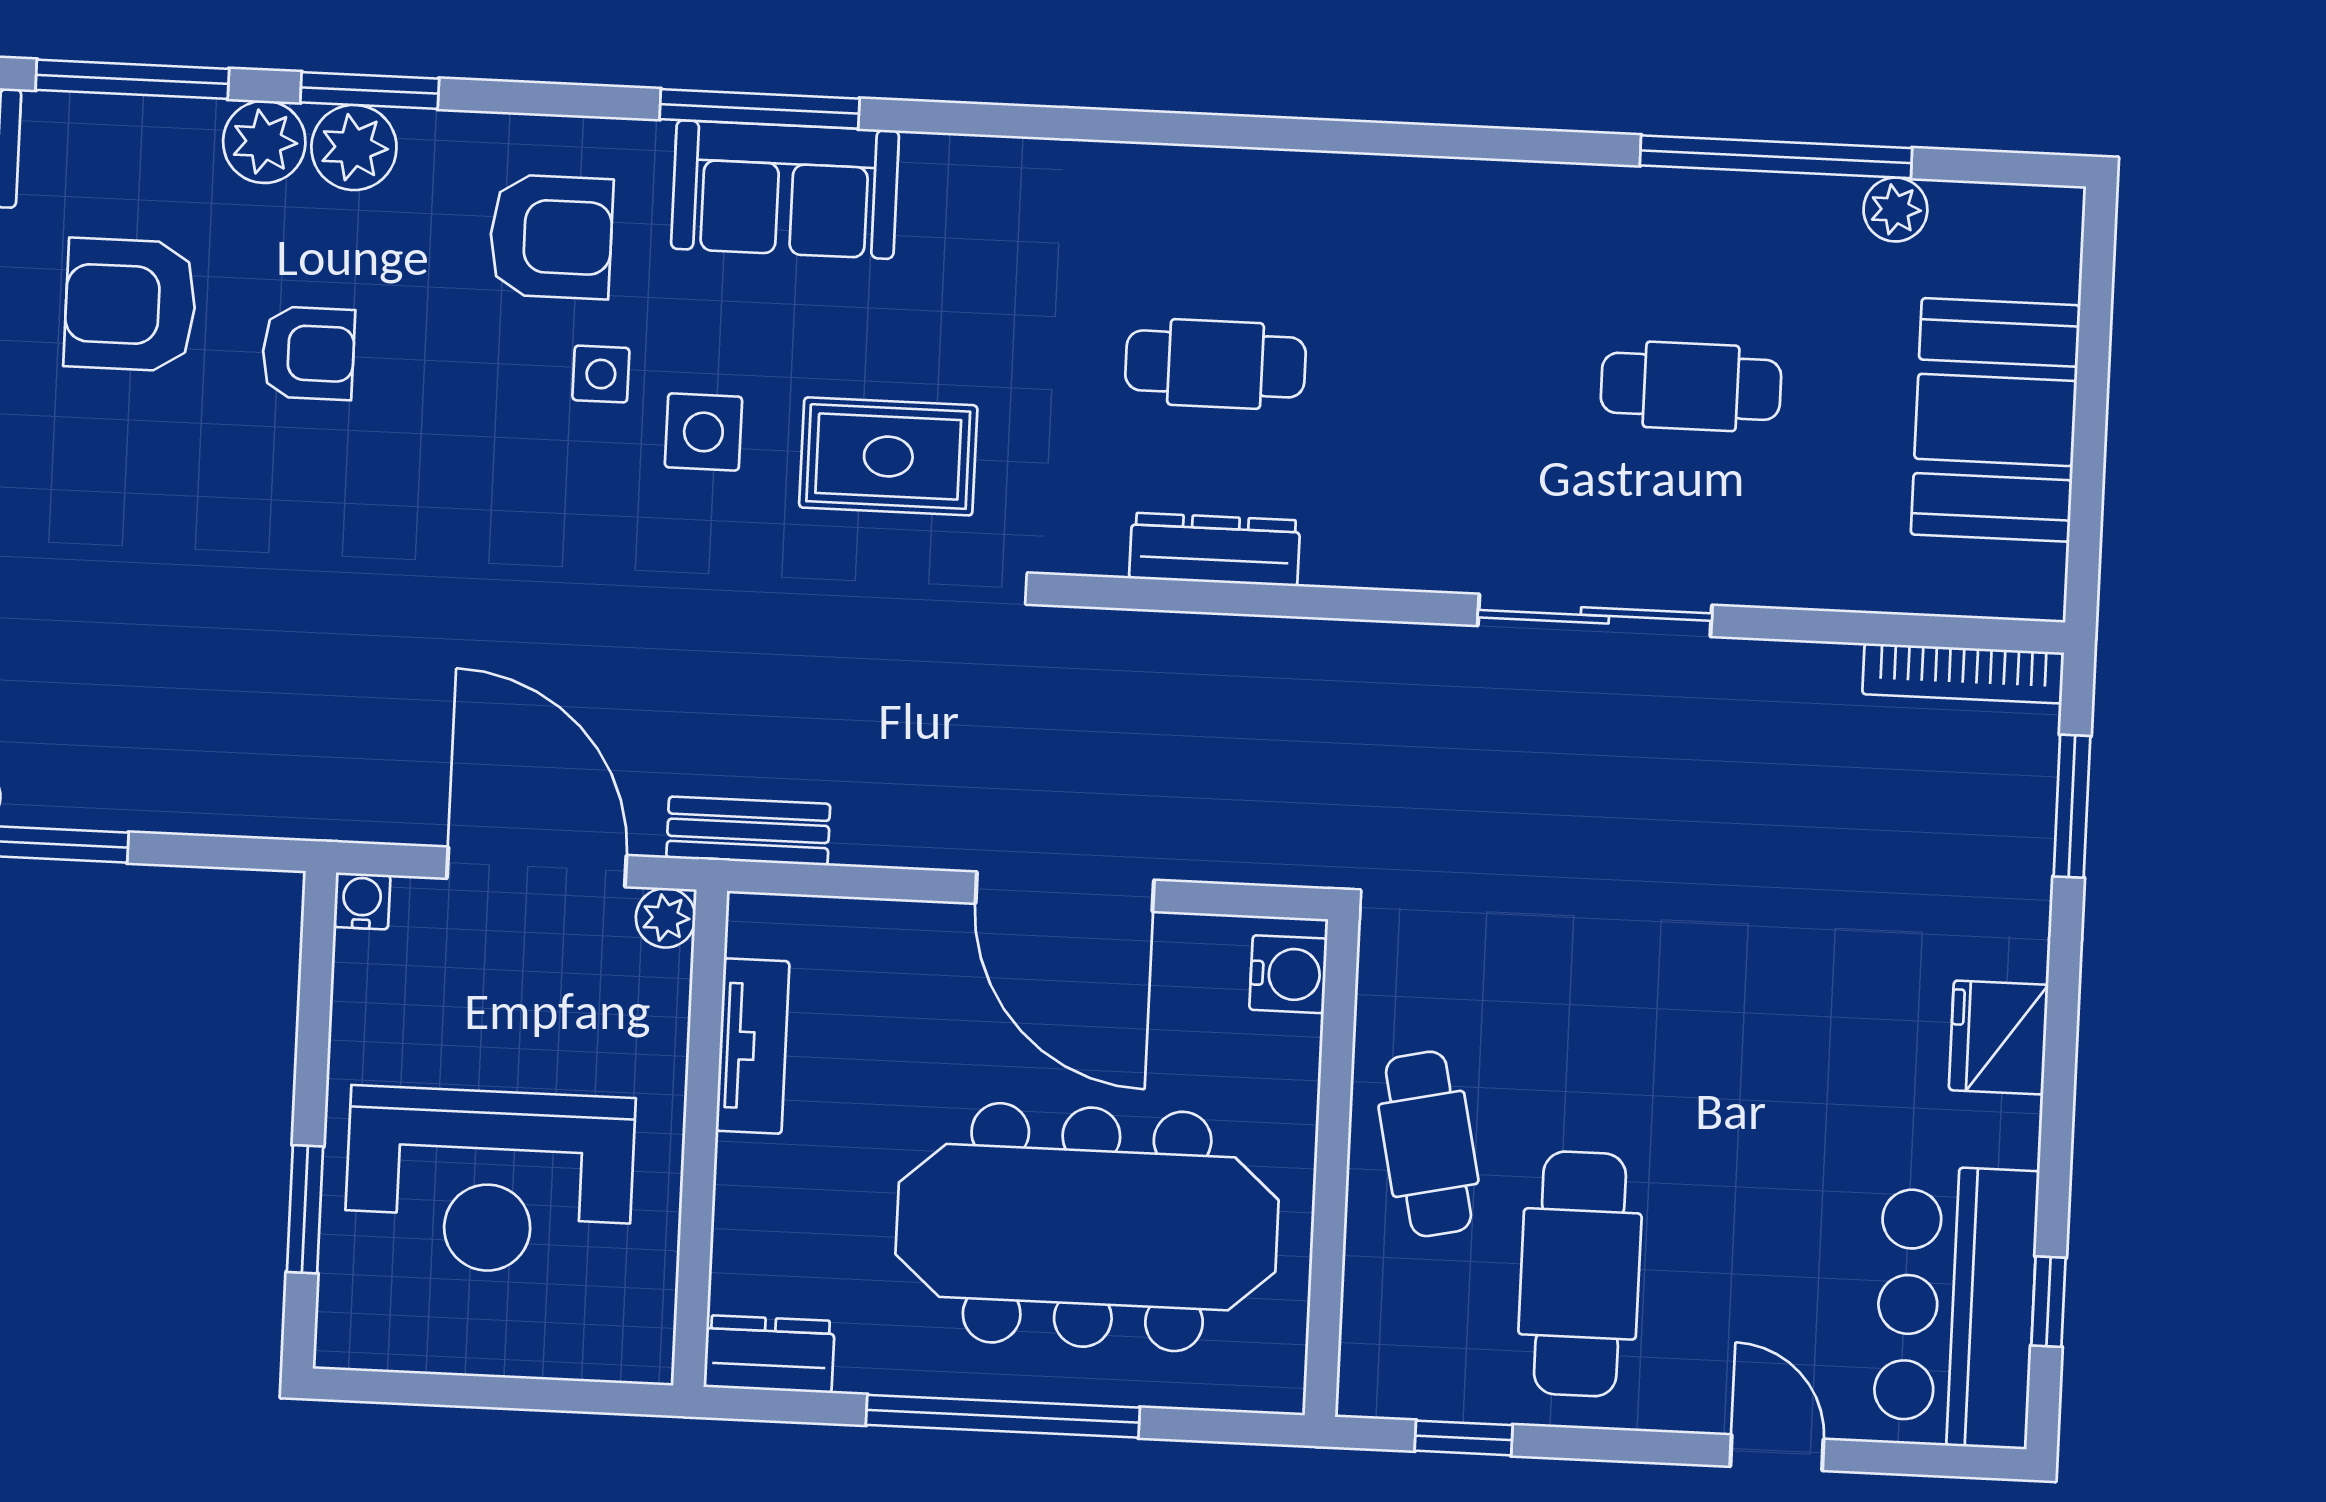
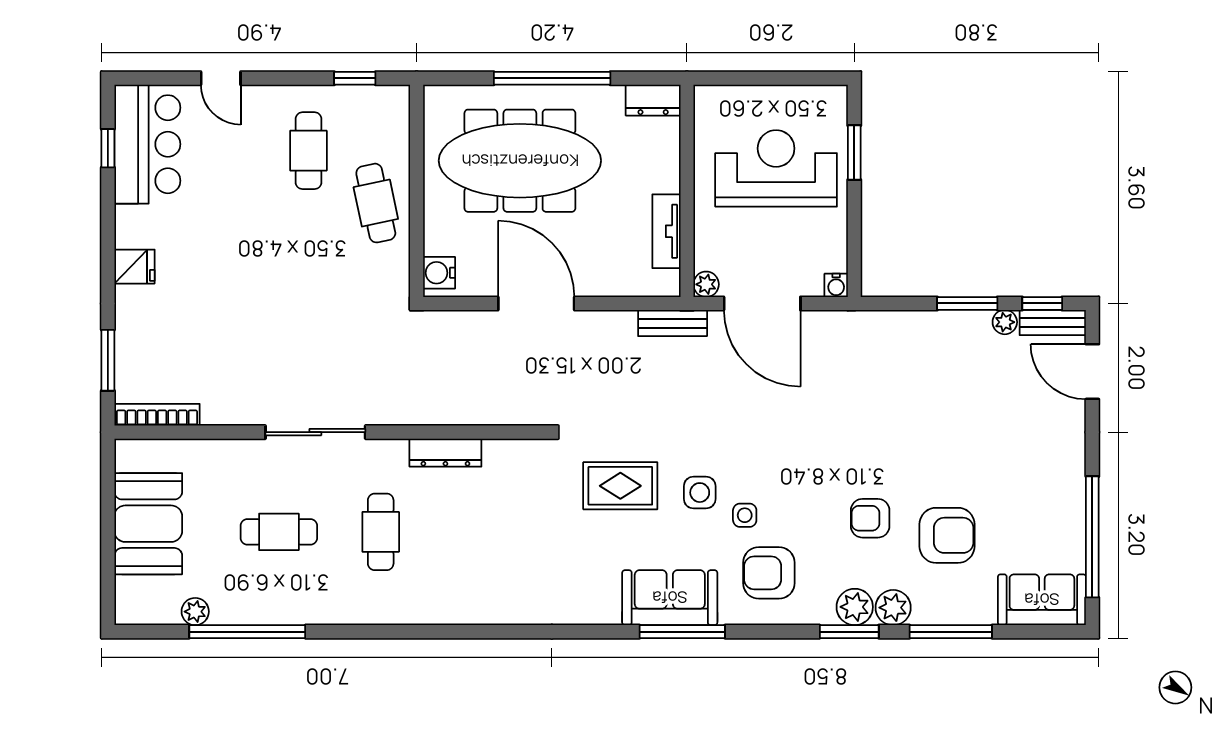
cafe table: (1216, 364) -> (381, 532), moved, turned 90
dresser: (1215, 549) -> (445, 453), moved
fridge: (1999, 1037) -> (134, 267), width x0.72
cafe table: (1580, 1274) -> (308, 151), width x0.73, depth x0.74

